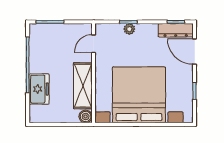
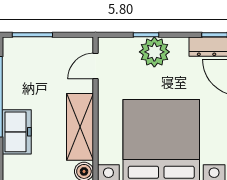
plant: (129, 29) -> (154, 52), width x1.87, depth x1.87

